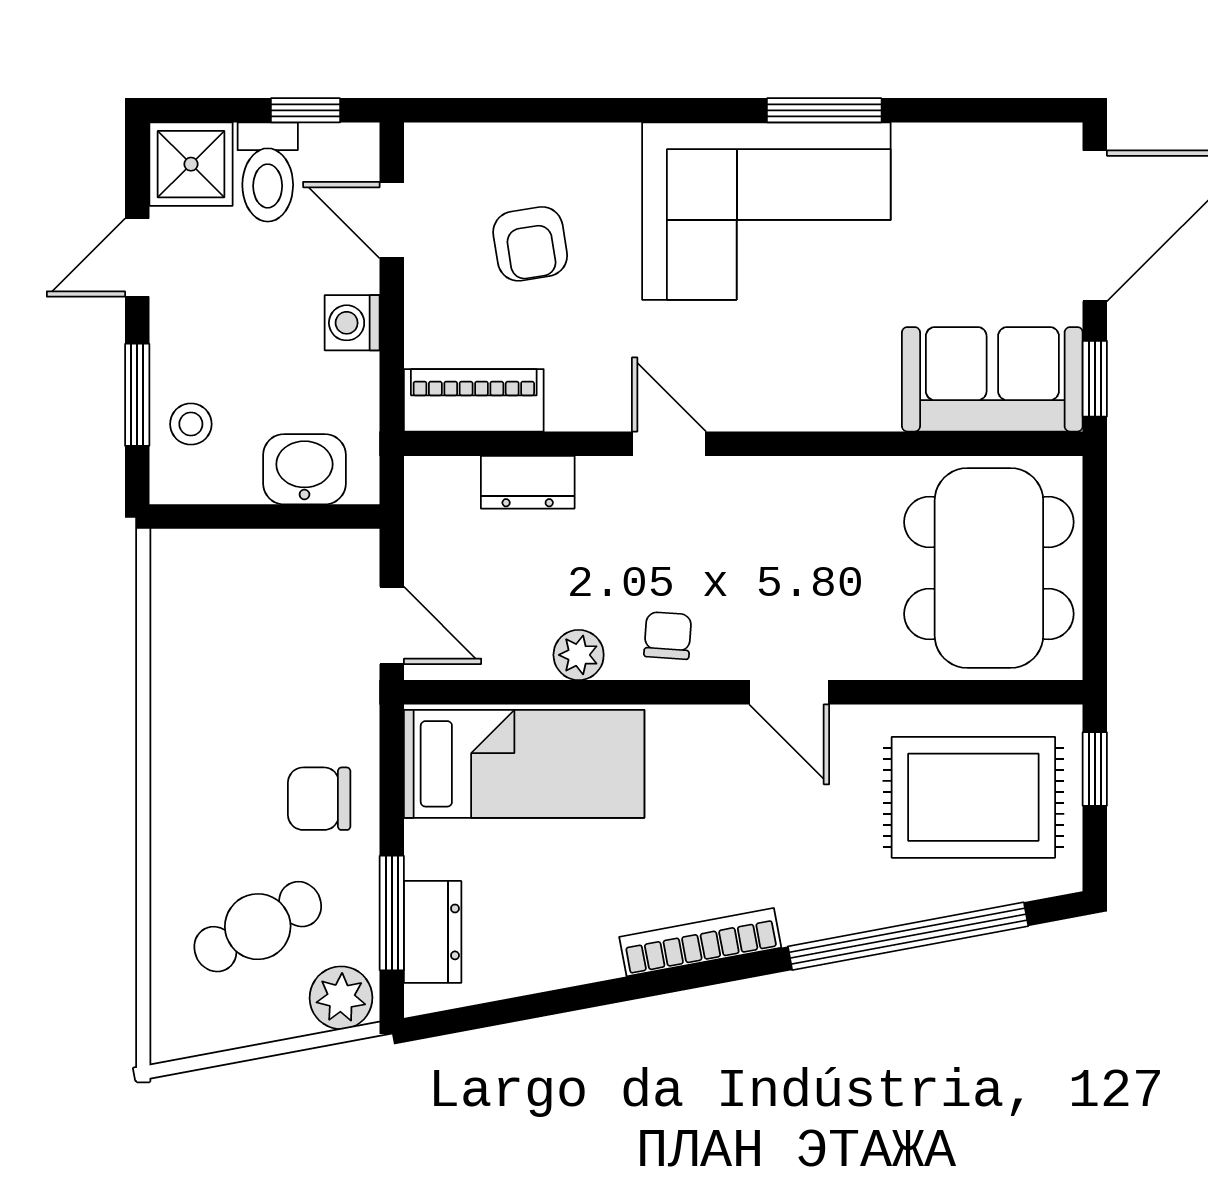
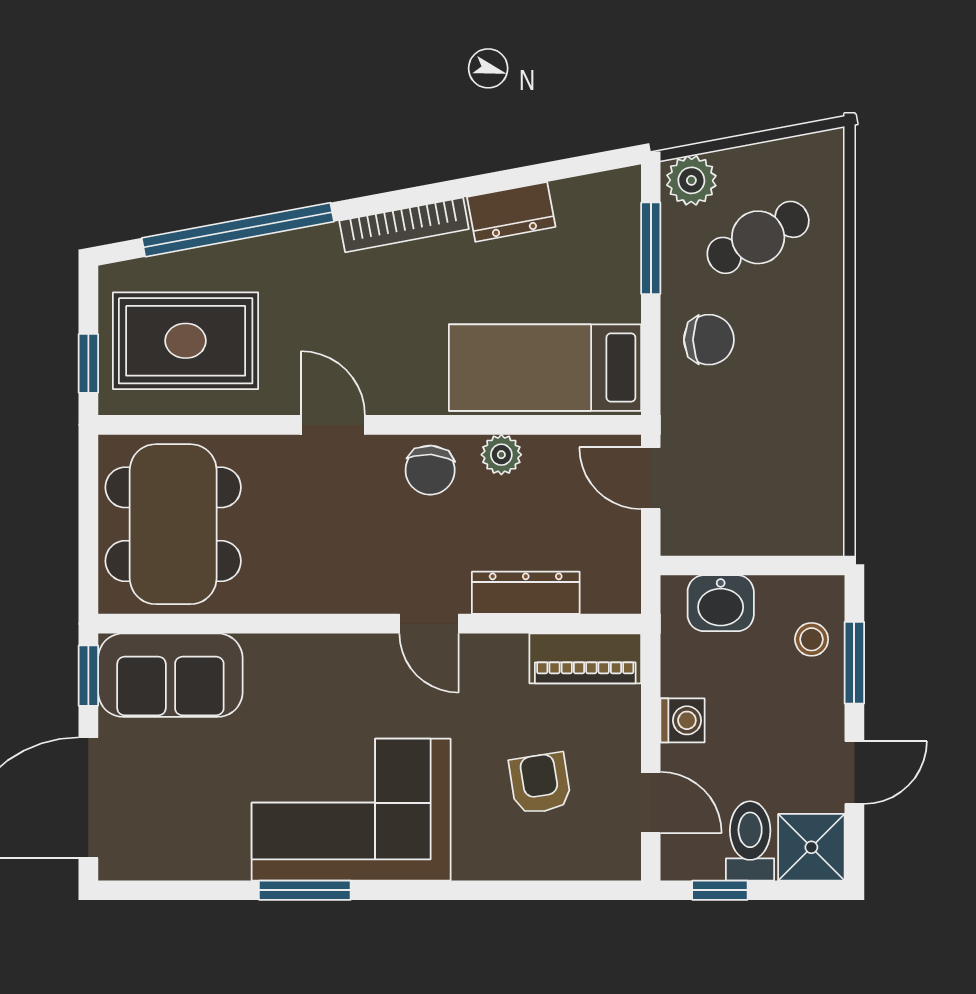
dresser: (528, 482) -> (526, 593), width x1.44
chair: (668, 636) -> (430, 470), width x1.37, depth x1.37
dresser: (433, 932) -> (511, 212), moved, turned -101

